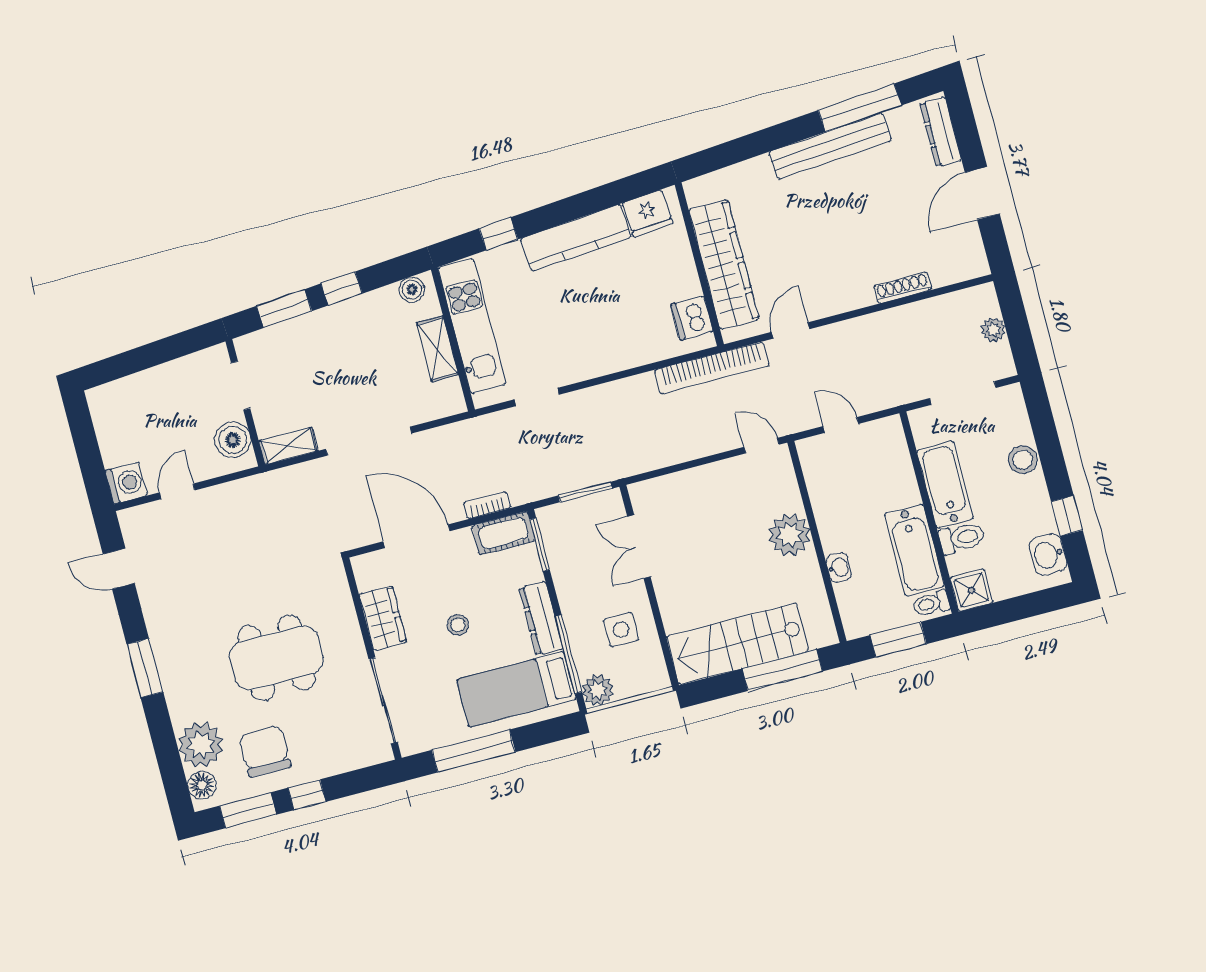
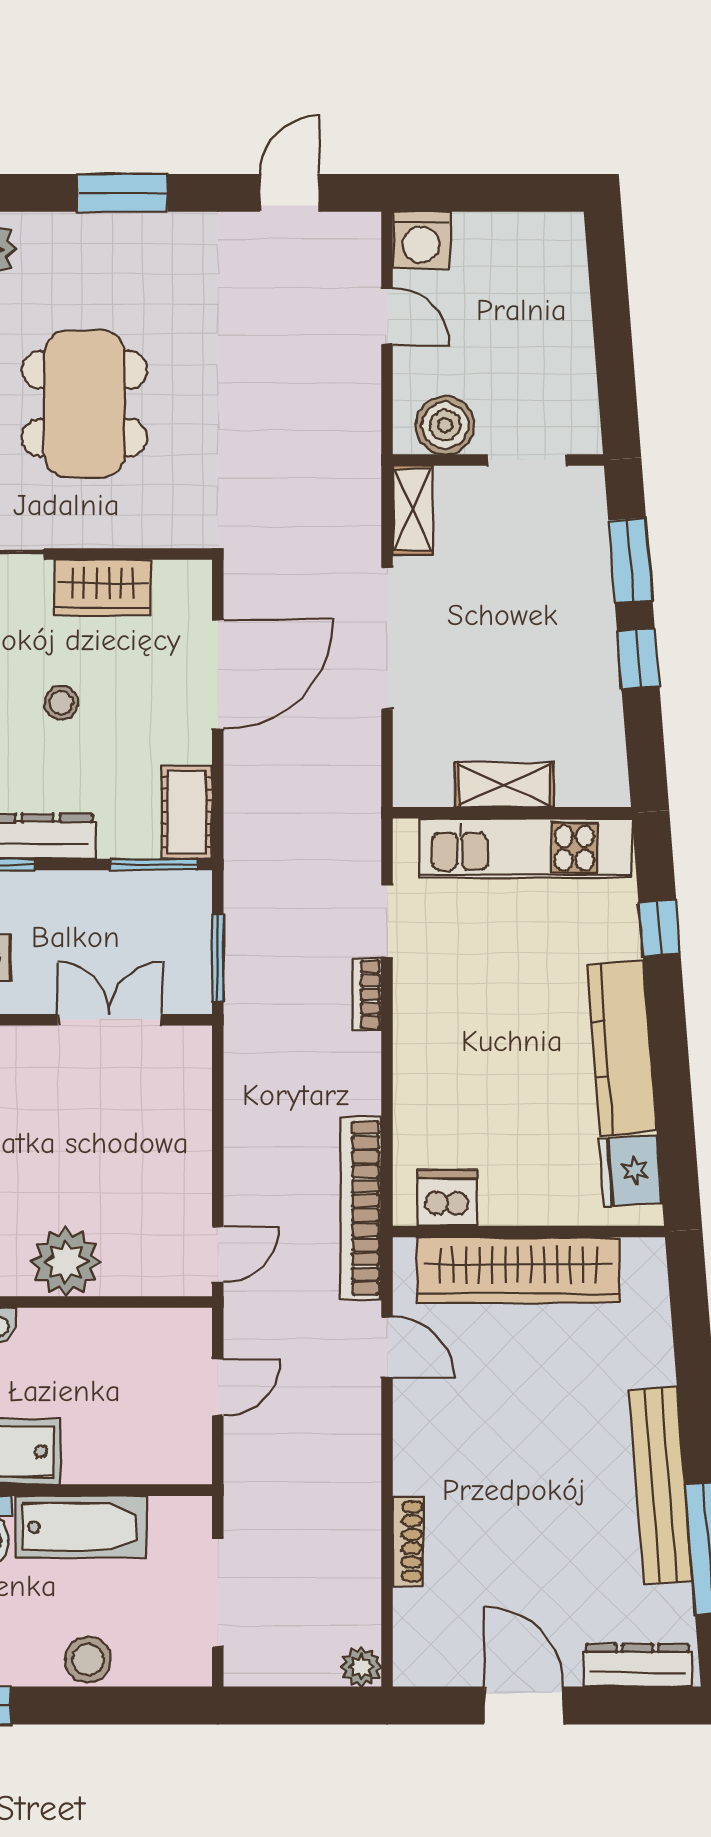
boiler: (412, 290) -> (608, 769), removed
plant: (993, 330) -> (361, 1667), moved
bookcase: (487, 505) -> (367, 994), moved, turned 180

